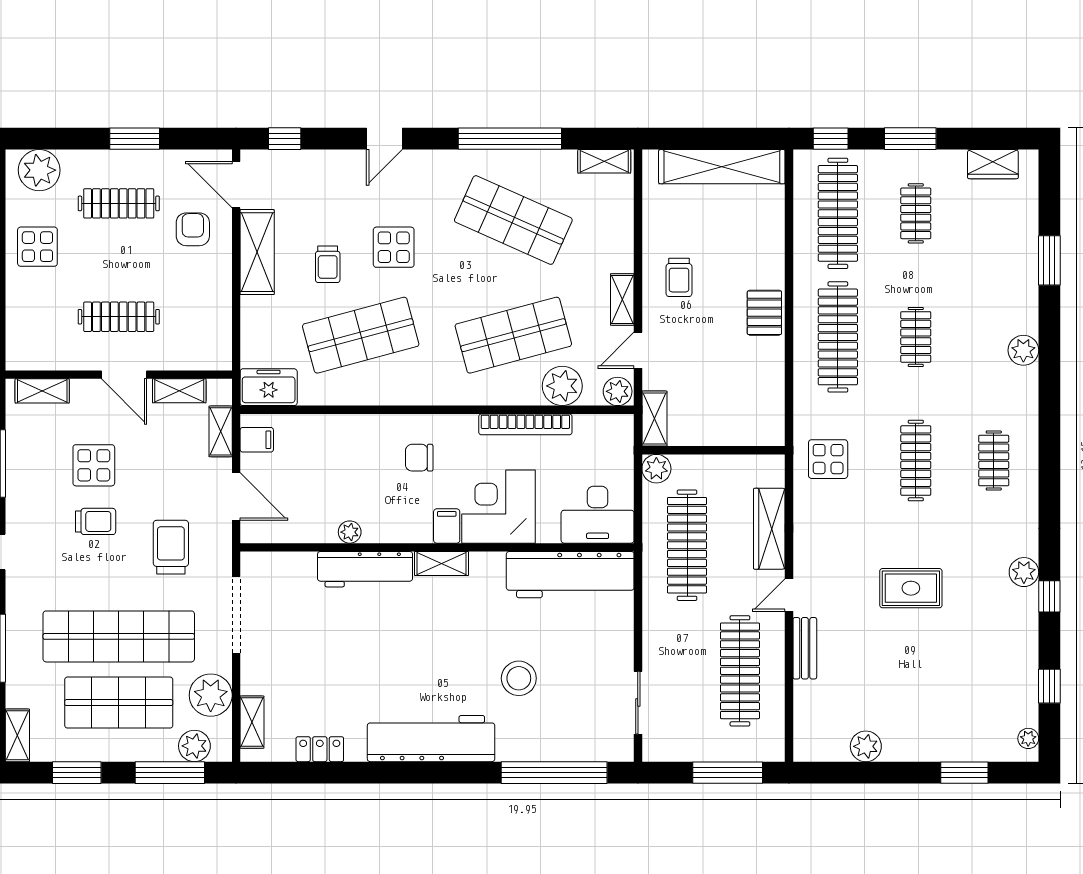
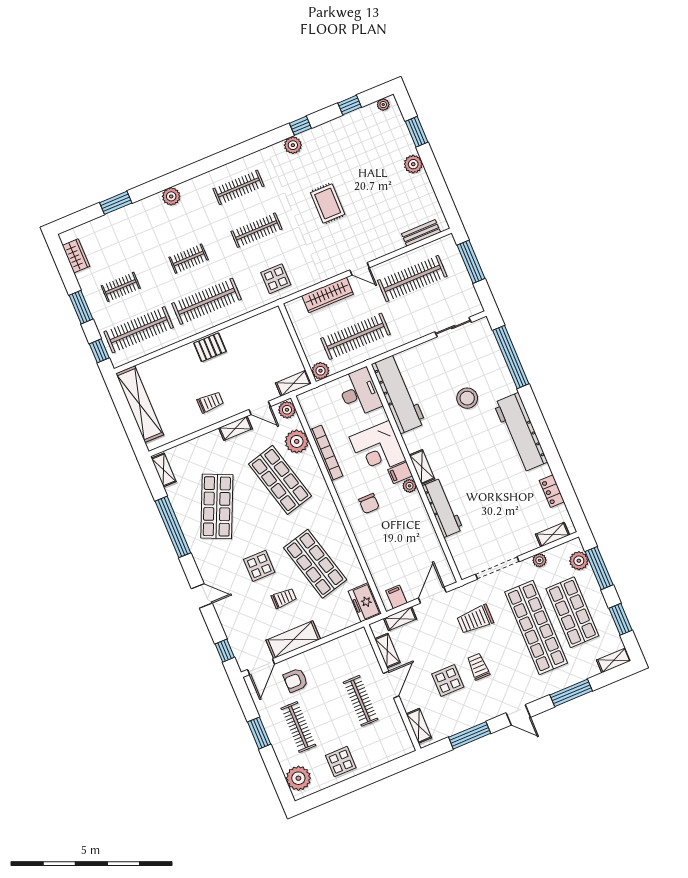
clothes rail: (994, 461) -> (239, 187), width x1.36
plant: (350, 532) -> (410, 486), moved
bench: (805, 648) -> (421, 233), moved
plant: (211, 695) -> (539, 560), width x0.53, depth x0.53
plant: (866, 746) -> (413, 164), moved

